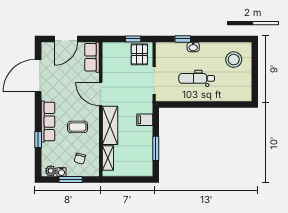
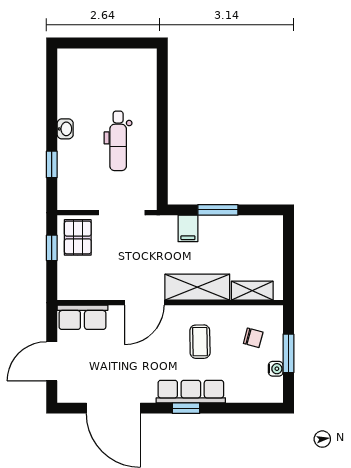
door: (66, 39) -> (52, 361), swing flipped
washbasin: (193, 47) -> (65, 129), moved
pallet: (139, 54) -> (78, 237), turned 90
stool: (234, 60) -> (86, 79), removed
window: (38, 139) -> (186, 408), moved
window: (156, 148) -> (218, 210), moved
plant: (51, 171) -> (274, 387), removed

